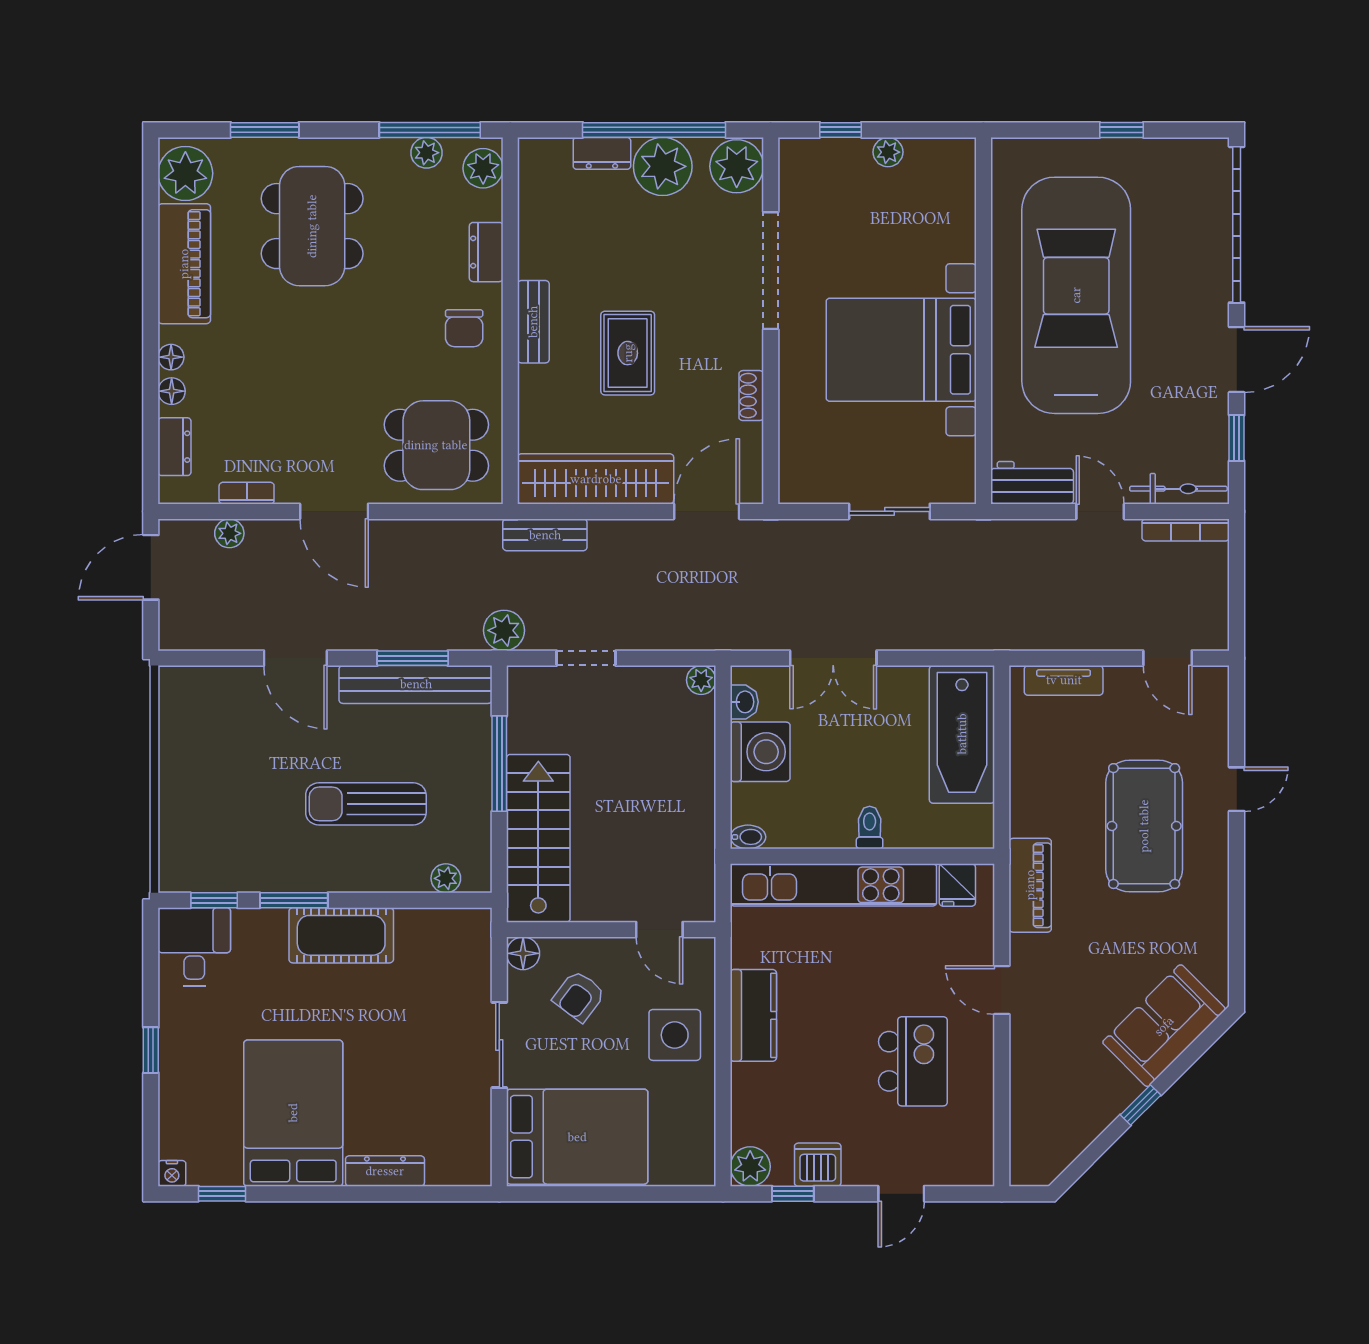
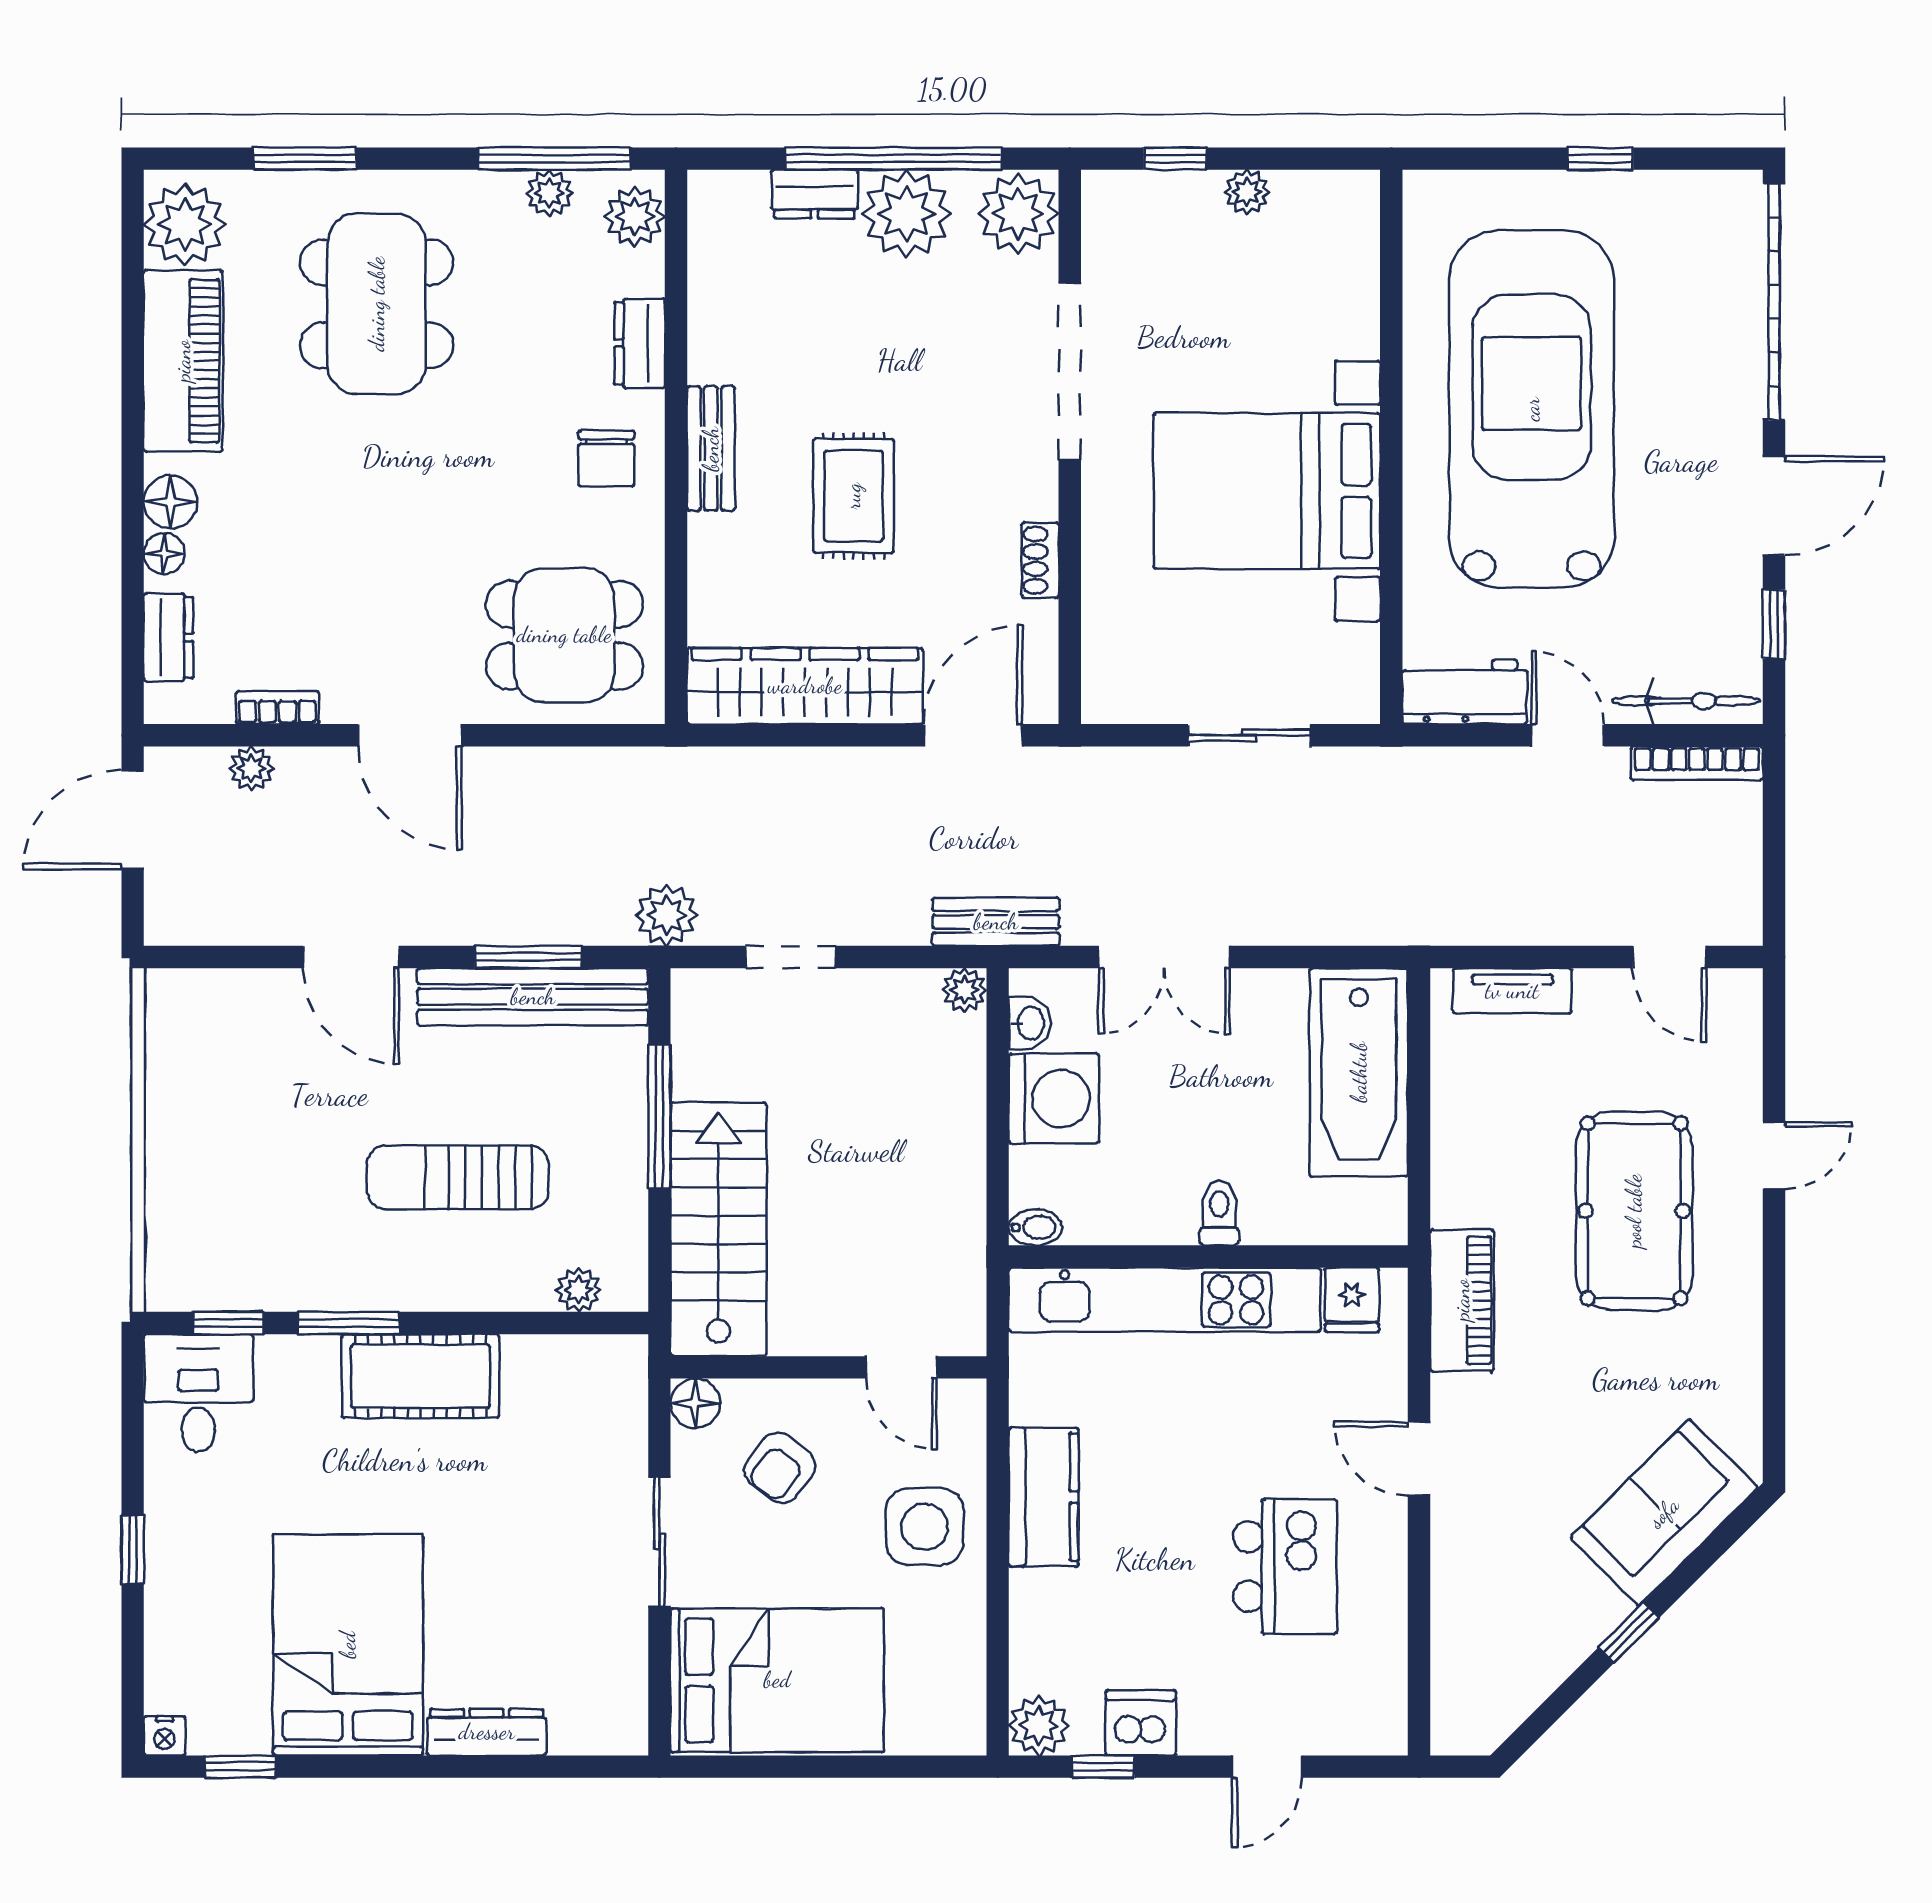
floor lamp: (171, 357) -> (170, 502), width x1.37, depth x1.37
bench: (545, 535) -> (996, 922), moved

